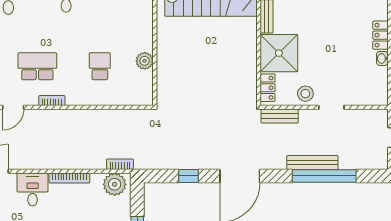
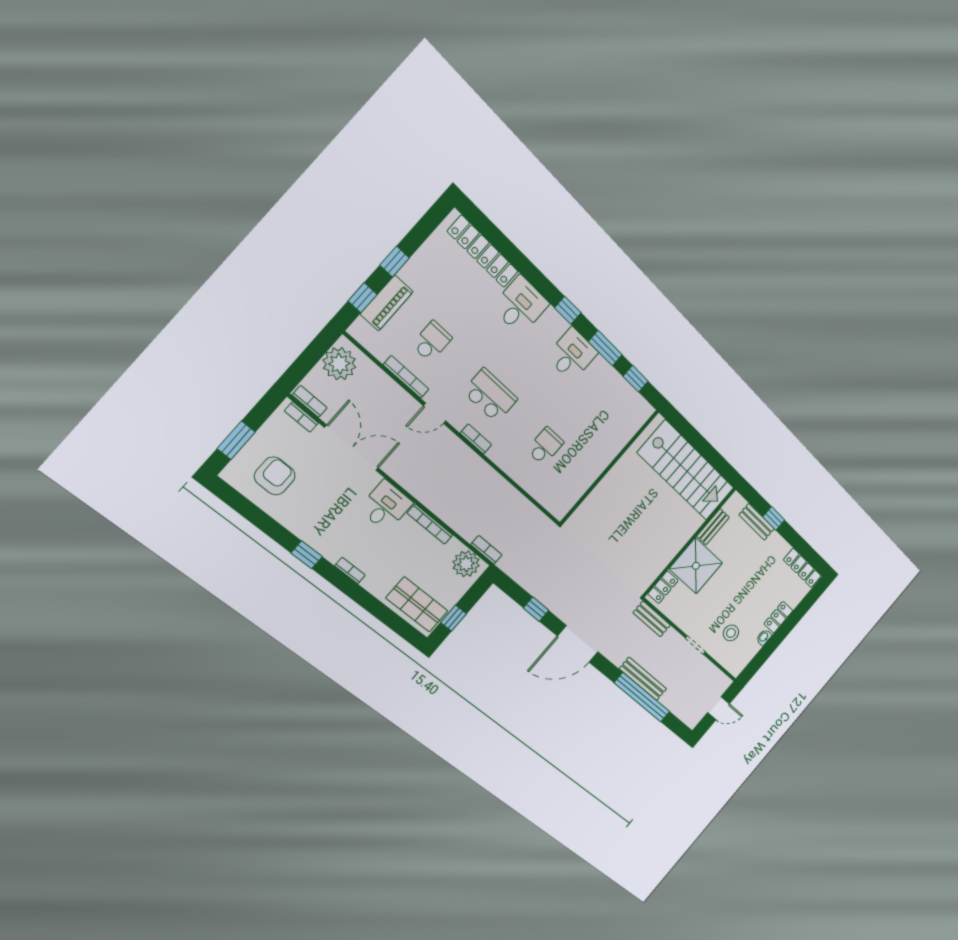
plant: (145, 61) -> (587, 476), removed
stool: (305, 94) -> (731, 633), moved

